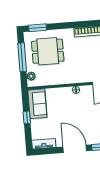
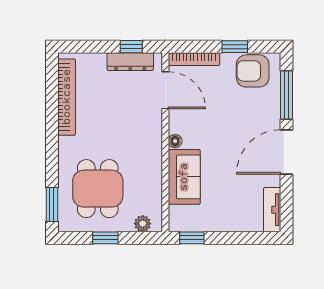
window: (22, 57) -> (105, 238), width x0.46
sofa: (37, 104) -> (184, 177), moved, turned 90
window: (27, 117) -> (192, 238), moved

